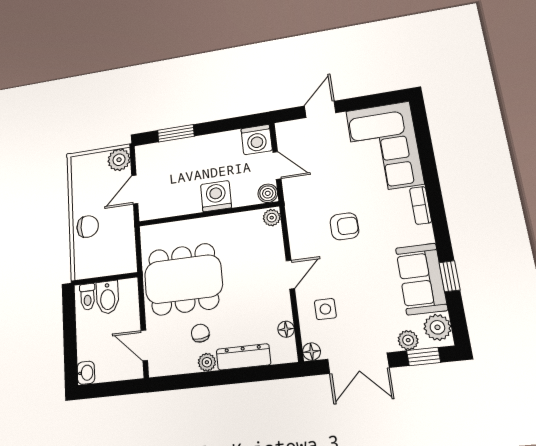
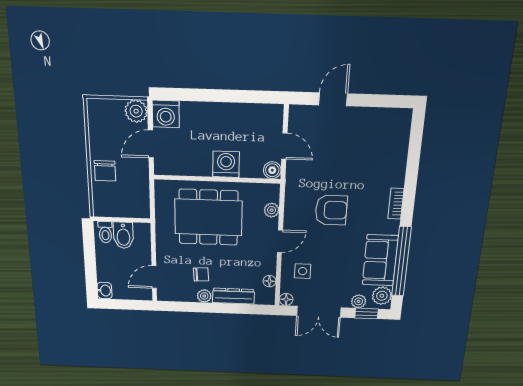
window: (176, 133) -> (194, 95), removed
washing machine: (257, 140) -> (166, 114), moved
corner sofa: (384, 147) -> (380, 147), removed
plant: (272, 218) -> (272, 210), moved
armchair: (344, 226) -> (331, 210), width x1.38, depth x1.38
chair: (88, 227) -> (105, 171), turned 90
window: (450, 276) -> (401, 262), width x3.17
dining table: (183, 279) -> (208, 217), moved
chair: (200, 333) -> (201, 274), turned 92
door: (144, 345) -> (154, 277), hinge flipped

